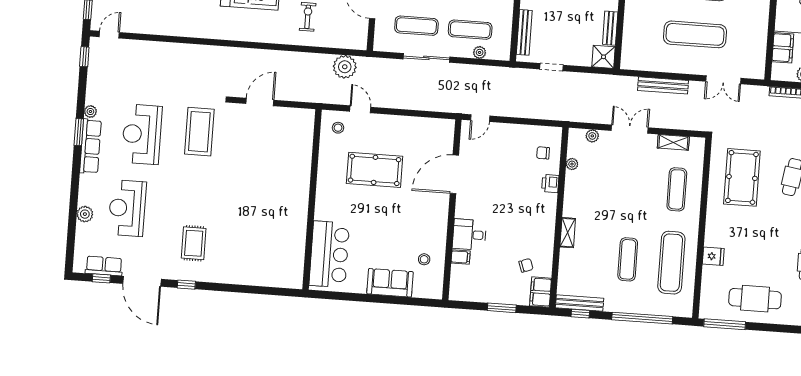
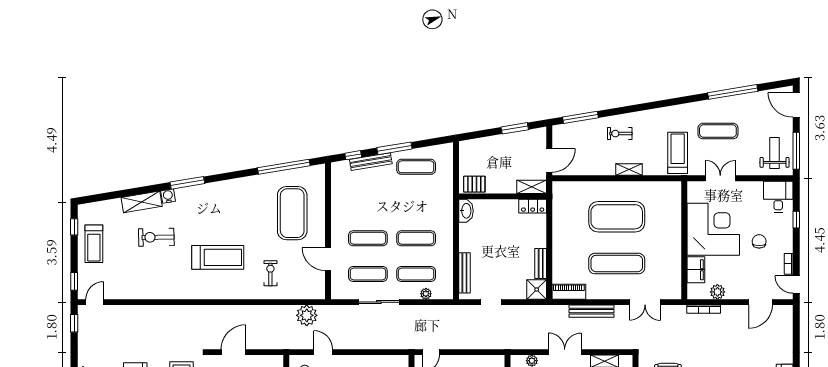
piano: (639, 62) -> (569, 292), added

